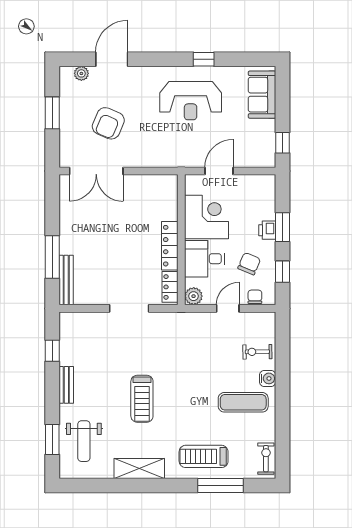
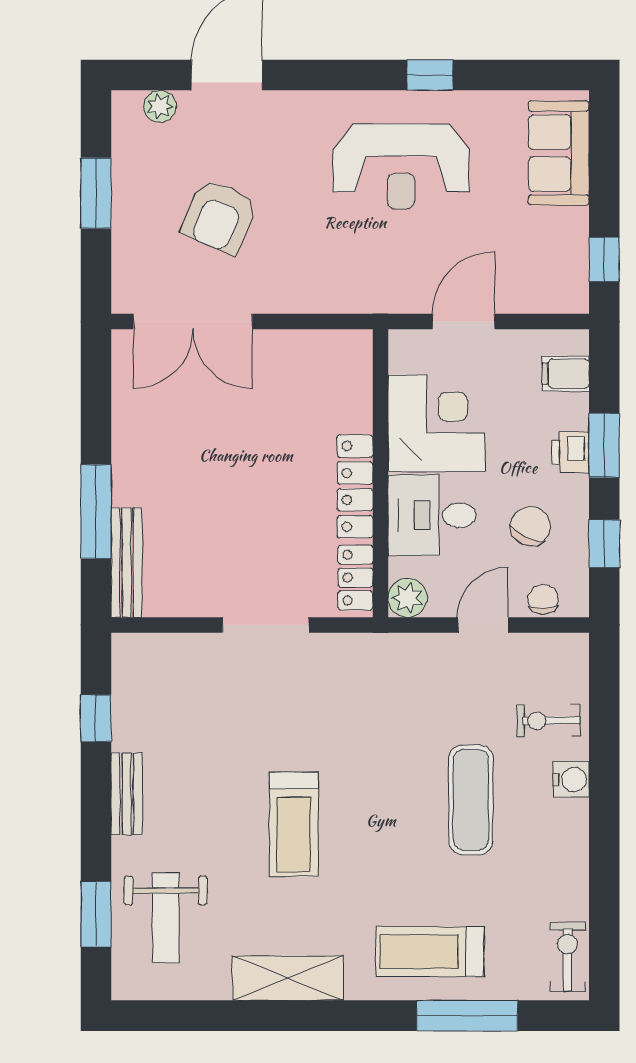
filing cabinet: (265, 195) -> (566, 374), added
exercise mat: (243, 402) -> (471, 800), moved, turned 90

